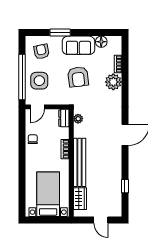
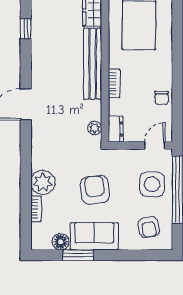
window: (60, 33) -> (78, 255), moved

